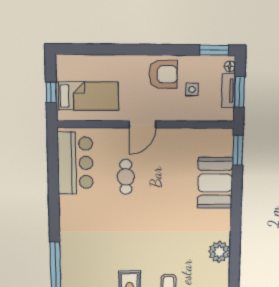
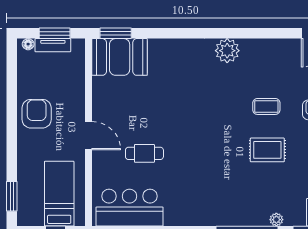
window: (214, 50) -> (12, 196), moved
side table: (192, 89) -> (52, 84), removed
booth: (215, 183) -> (120, 57), moved

